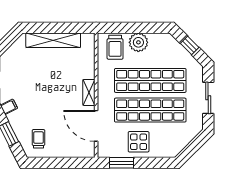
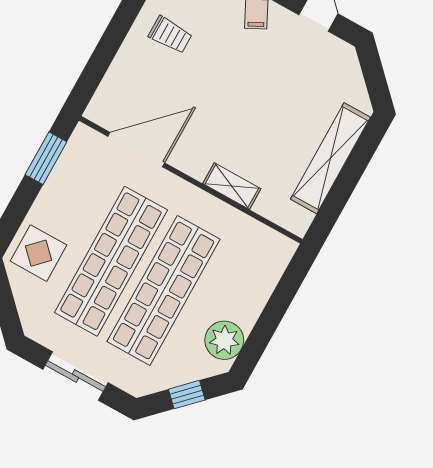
plant: (138, 42) -> (224, 340), moved
trolley: (115, 47) -> (257, 261), removed
shelving: (89, 92) -> (232, 186), moved
display table: (139, 142) -> (38, 253), moved

